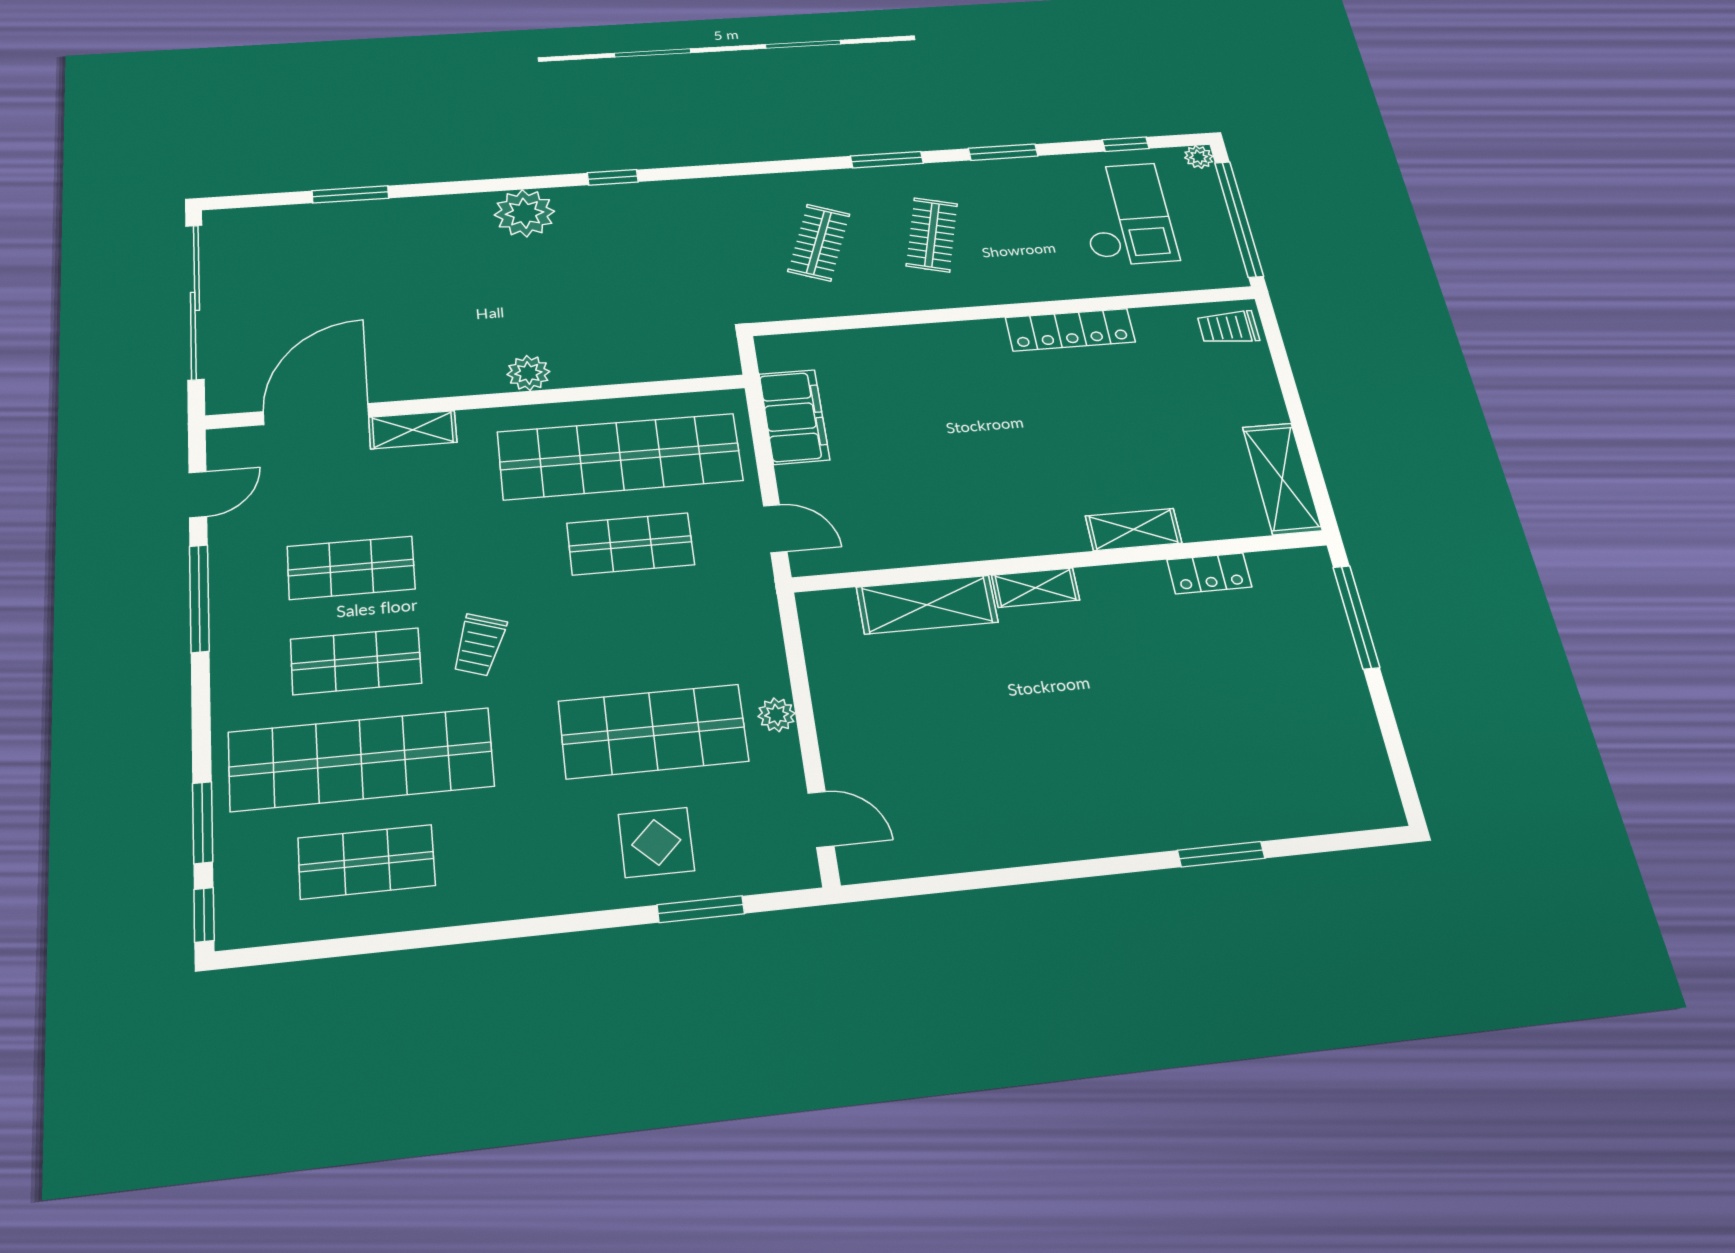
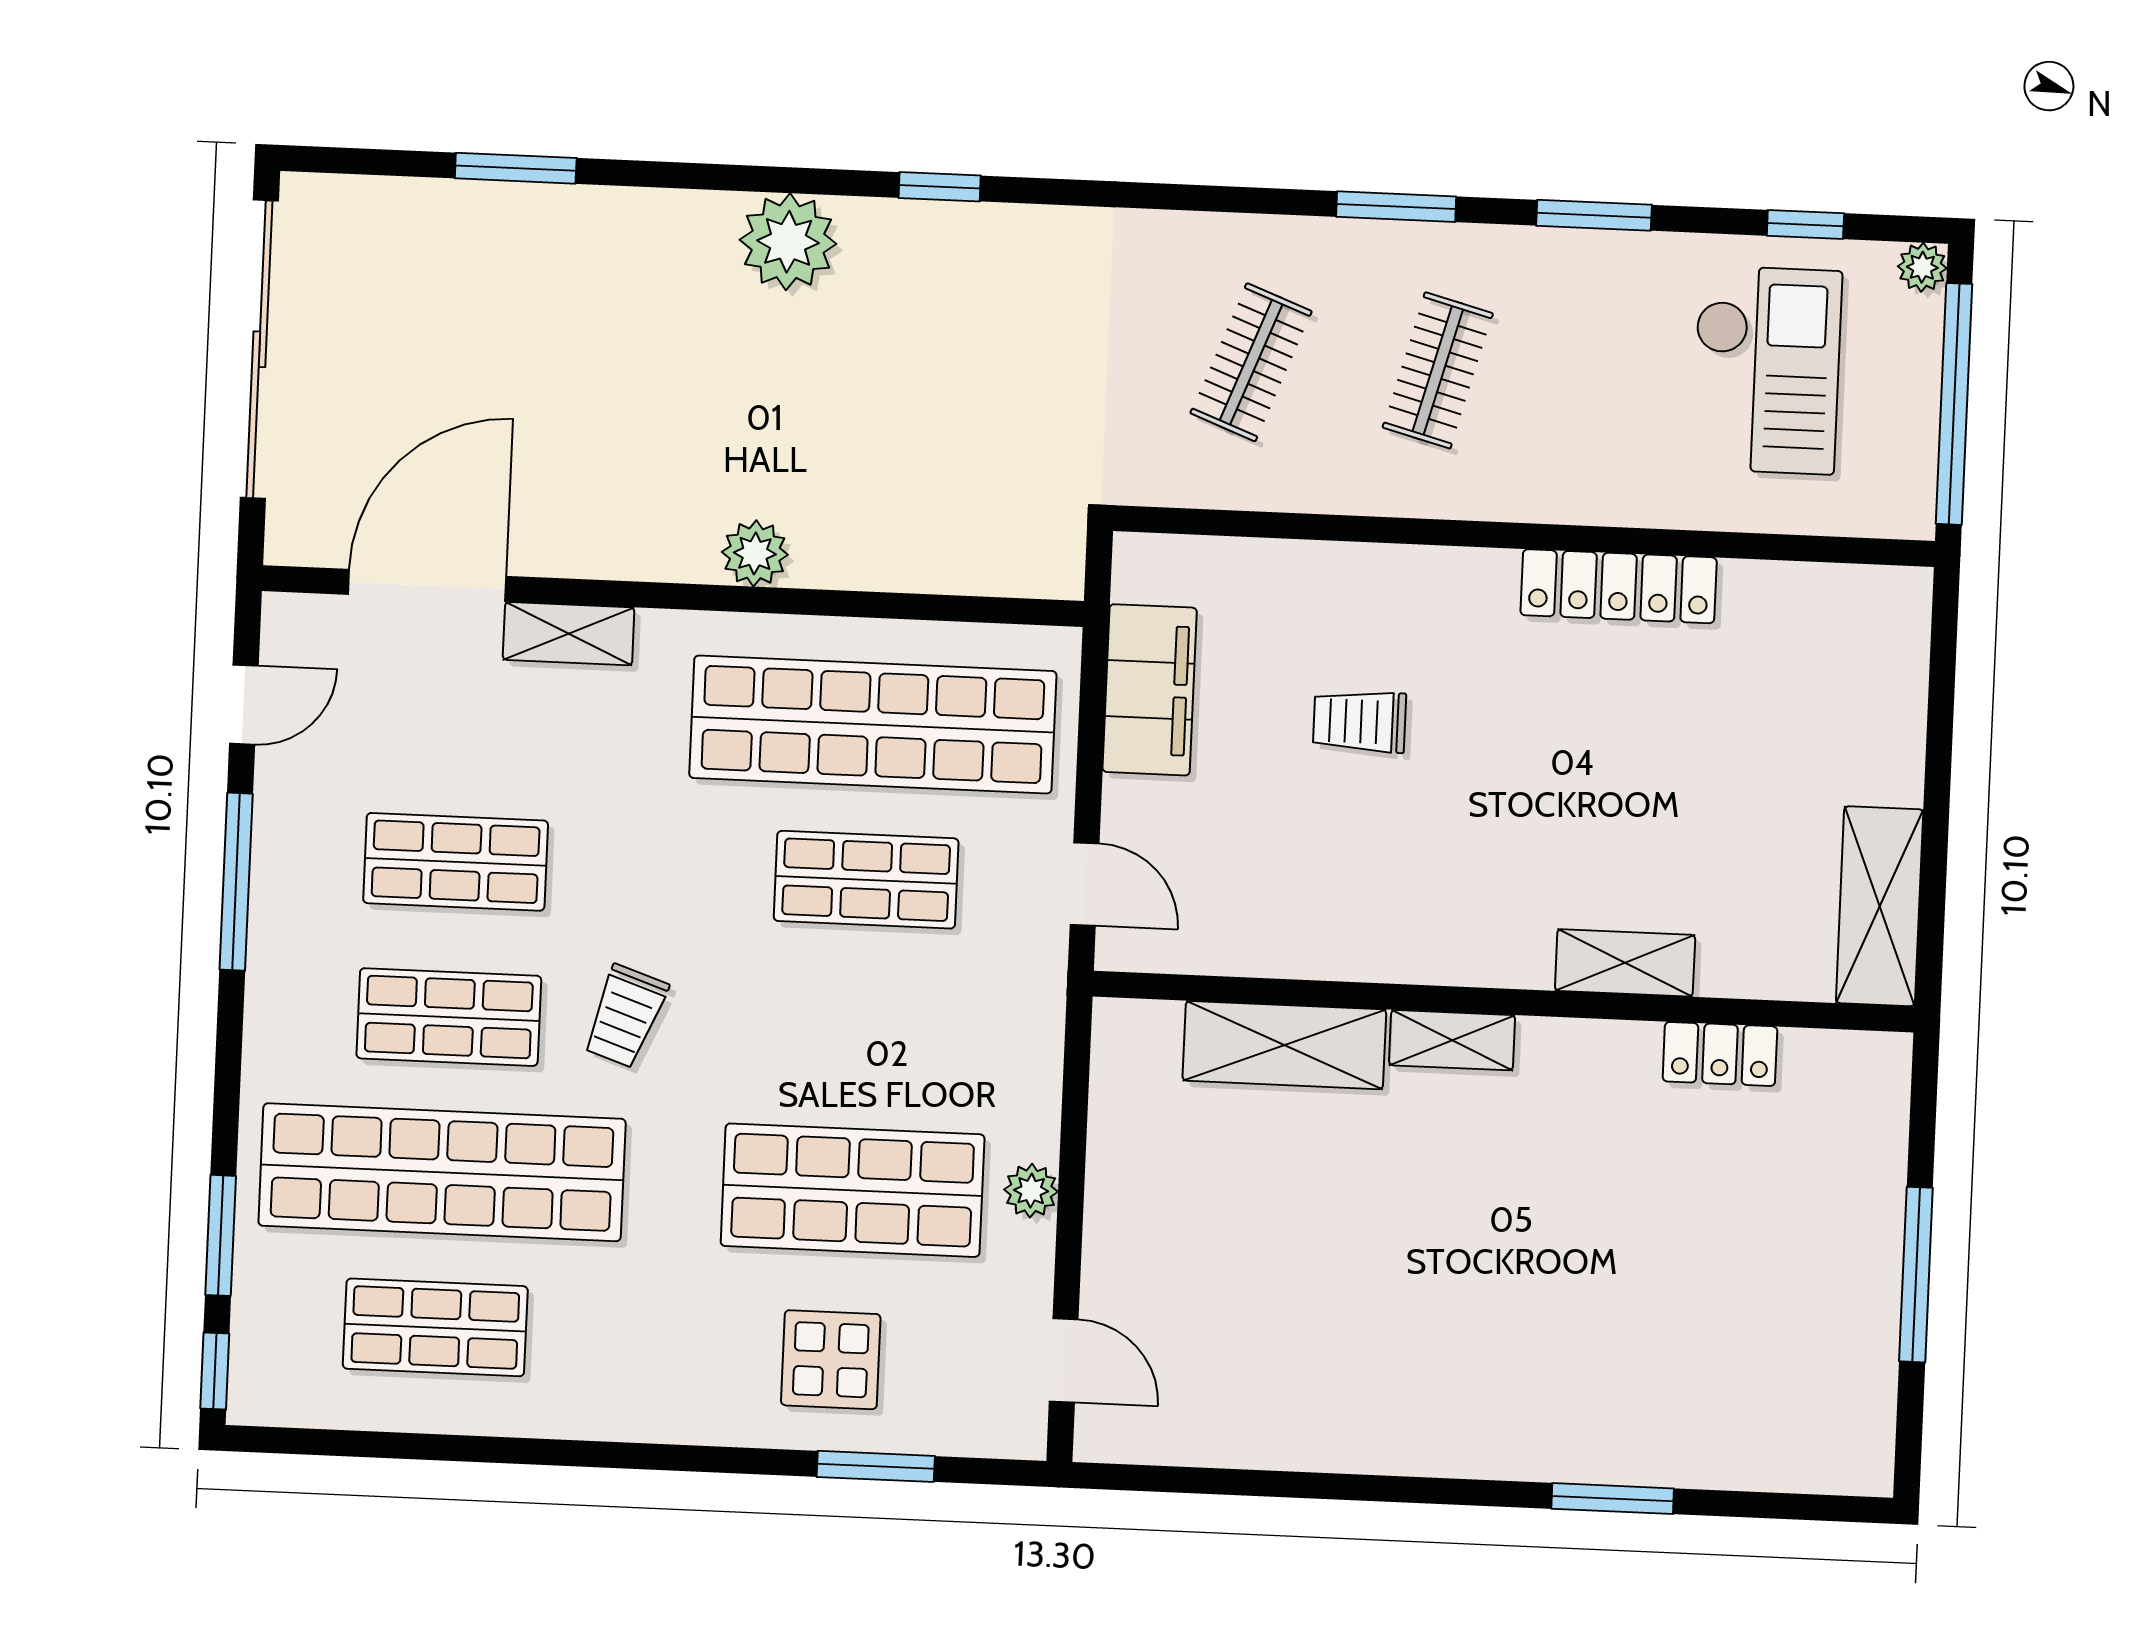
trolley: (1228, 328) -> (1360, 721), moved
window: (1356, 617) -> (1916, 1275), moved

